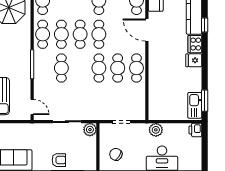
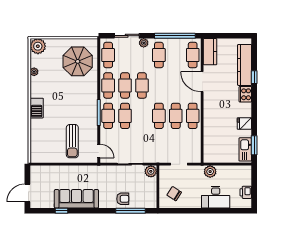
cafe table: (99, 34) -> (108, 116), moved
fridge: (194, 60) -> (244, 124), moved
printer: (195, 130) -> (246, 192), moved

